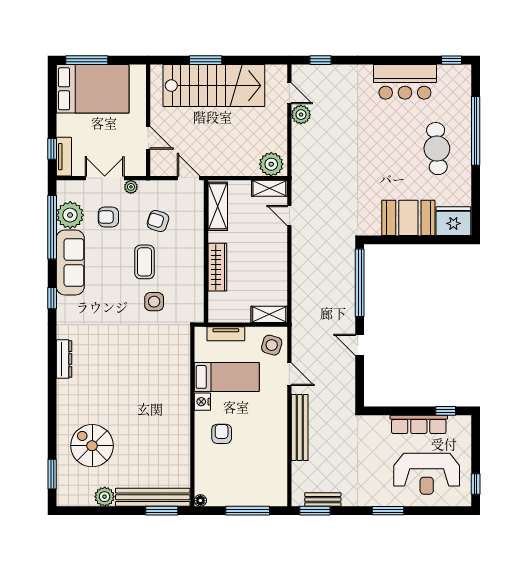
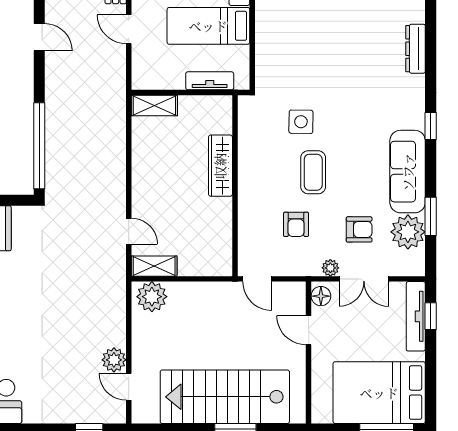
tv unit: (64, 157) -> (416, 316), width x1.41
floor lamp: (138, 165) -> (321, 296), added
shelving: (218, 206) -> (220, 243), removed
armchair: (158, 221) -> (296, 224), turned 72
window: (52, 227) -> (431, 216), width x0.47
side table: (272, 345) -> (151, 66), removed
door: (360, 345) -> (39, 37), moved

